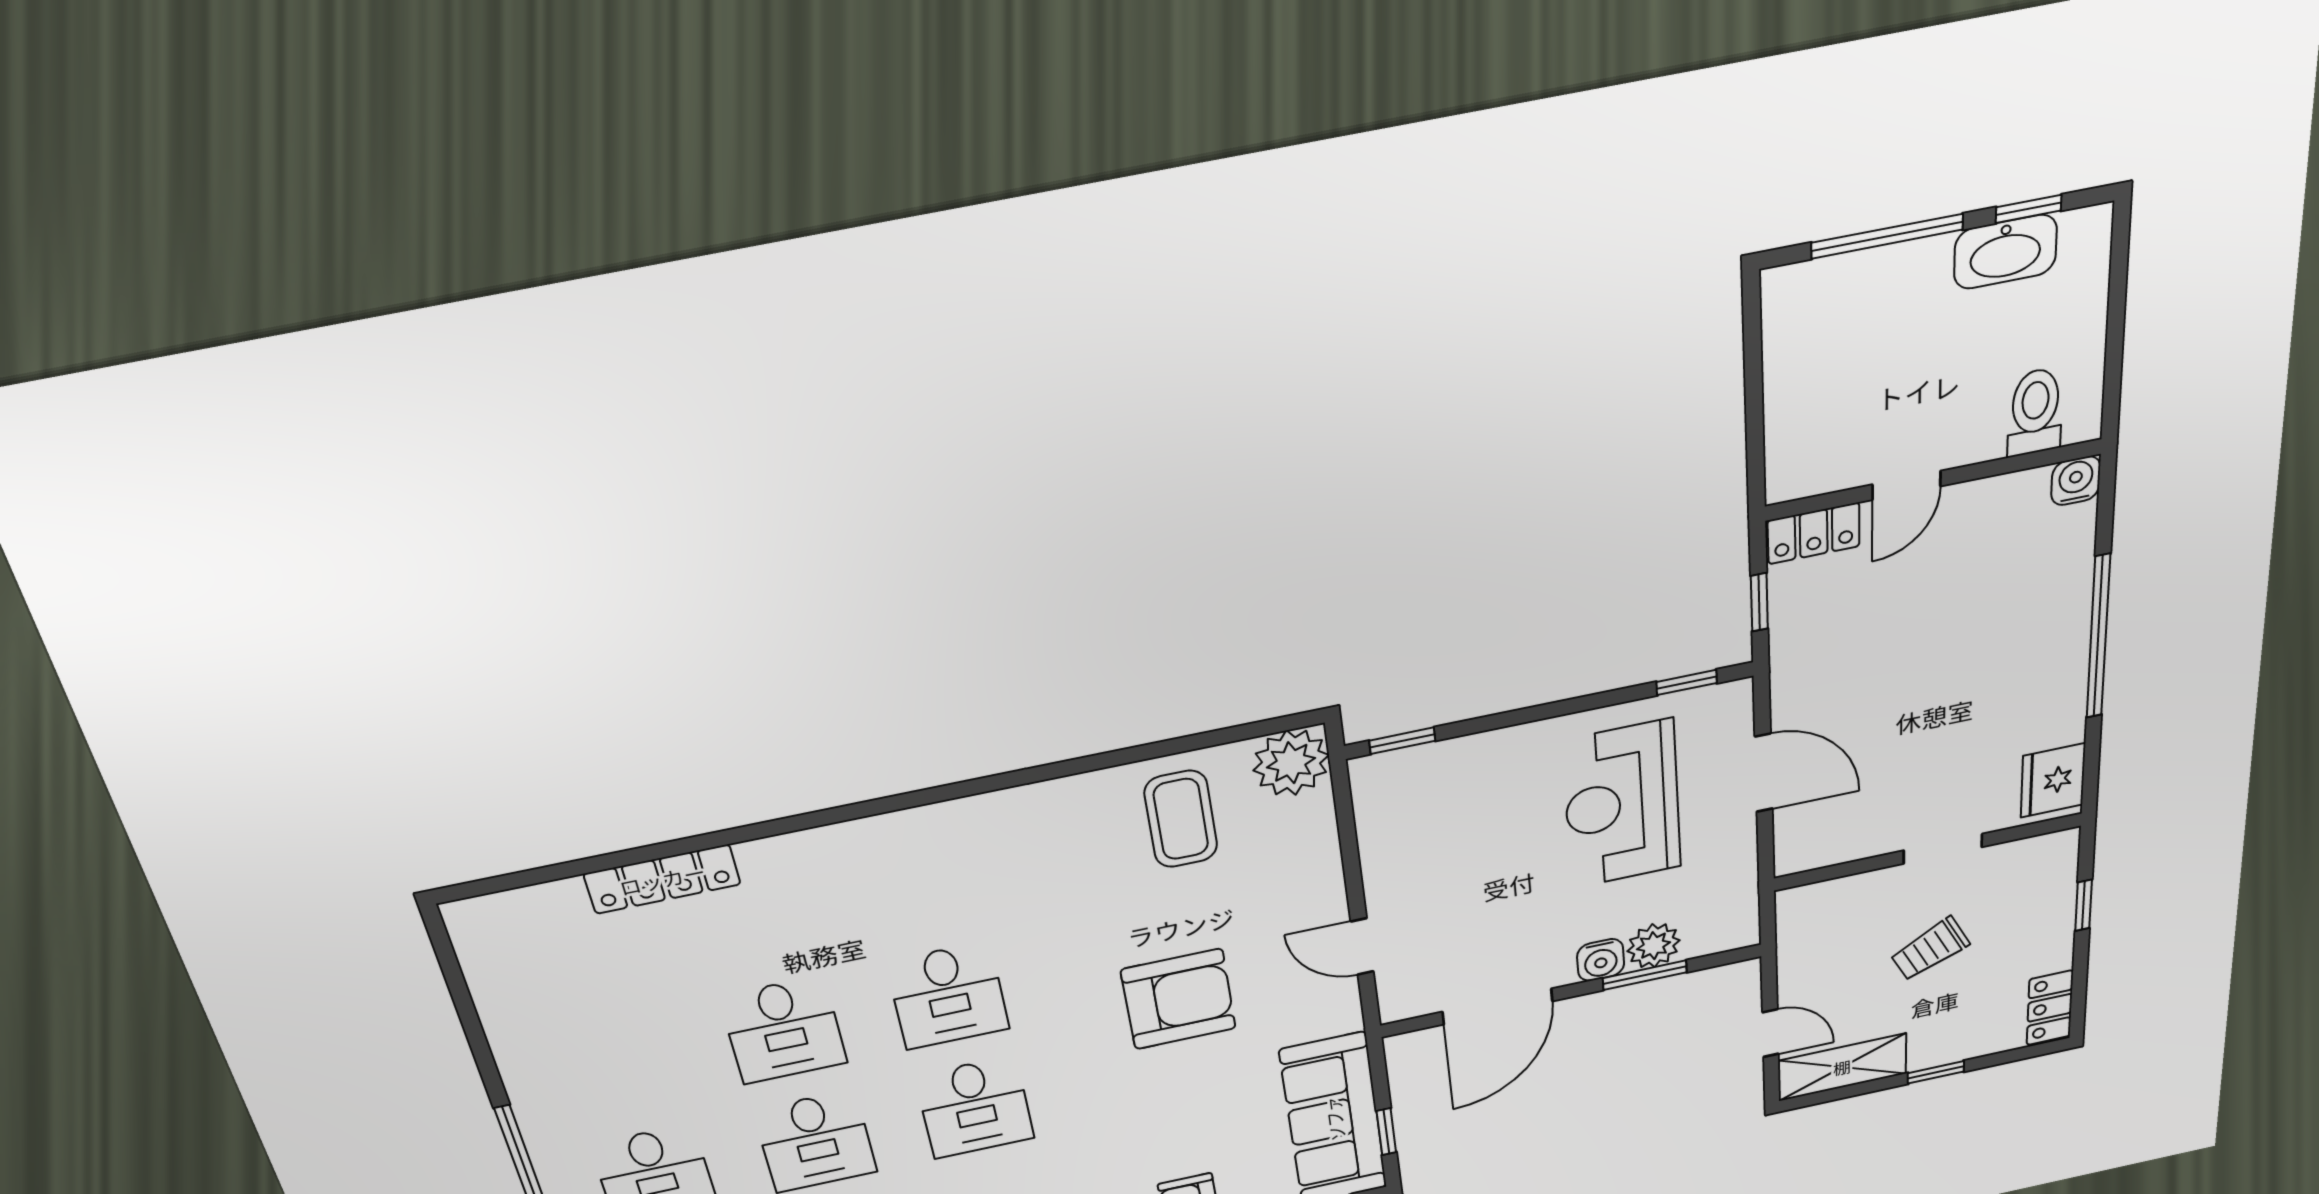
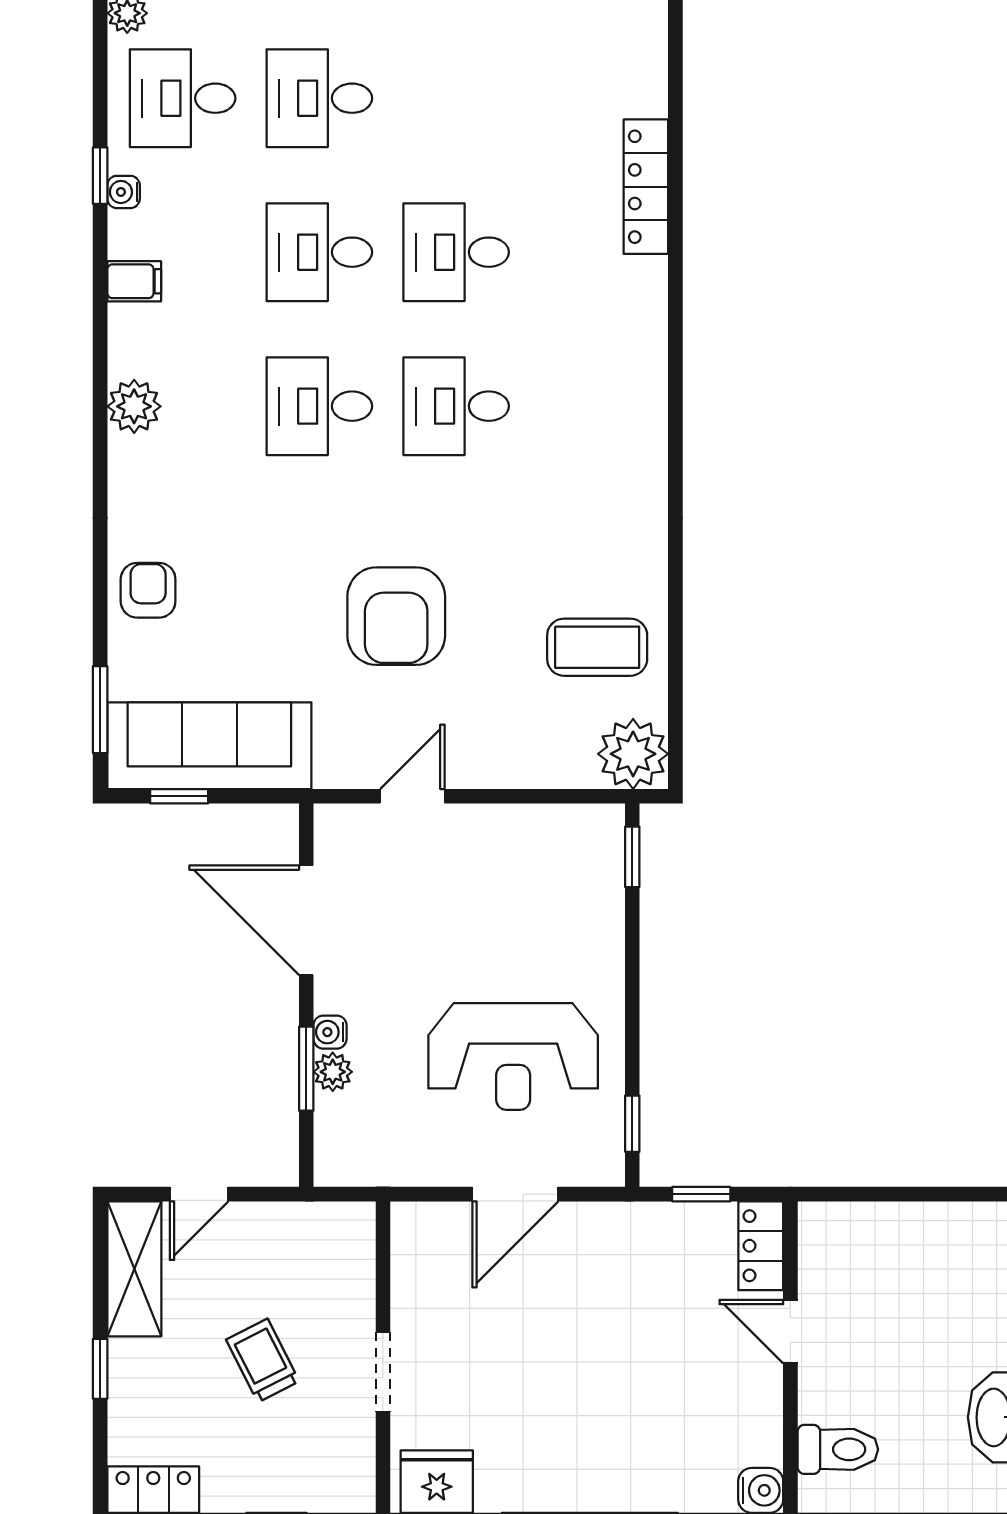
reception desk: (1622, 804) -> (513, 1056), turned 180
plant: (1654, 946) -> (333, 1072), width x0.73, depth x0.73
water cooler: (1601, 960) -> (330, 1032), width x0.72, depth x0.72

